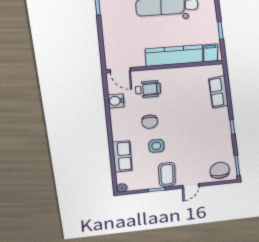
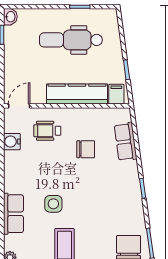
door: (120, 70) -> (19, 106), swing flipped
wheelchair: (148, 89) -> (47, 131), turned 180
chair: (150, 122) -> (86, 149), moved, turned -90

